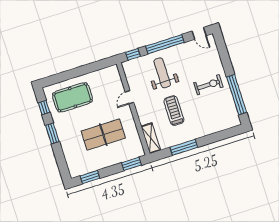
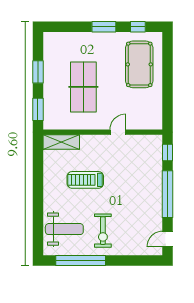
weight bench: (162, 73) -> (64, 229), moved
door: (129, 97) -> (118, 132), hinge flipped
treadmill: (174, 111) -> (85, 180), turned 180
window: (184, 147) -> (38, 178), removed
window: (90, 177) -> (38, 72), moved

